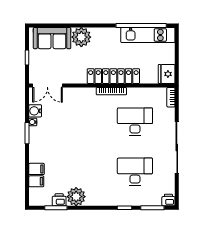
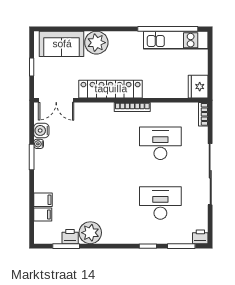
locker: (113, 76) -> (111, 89), moved

